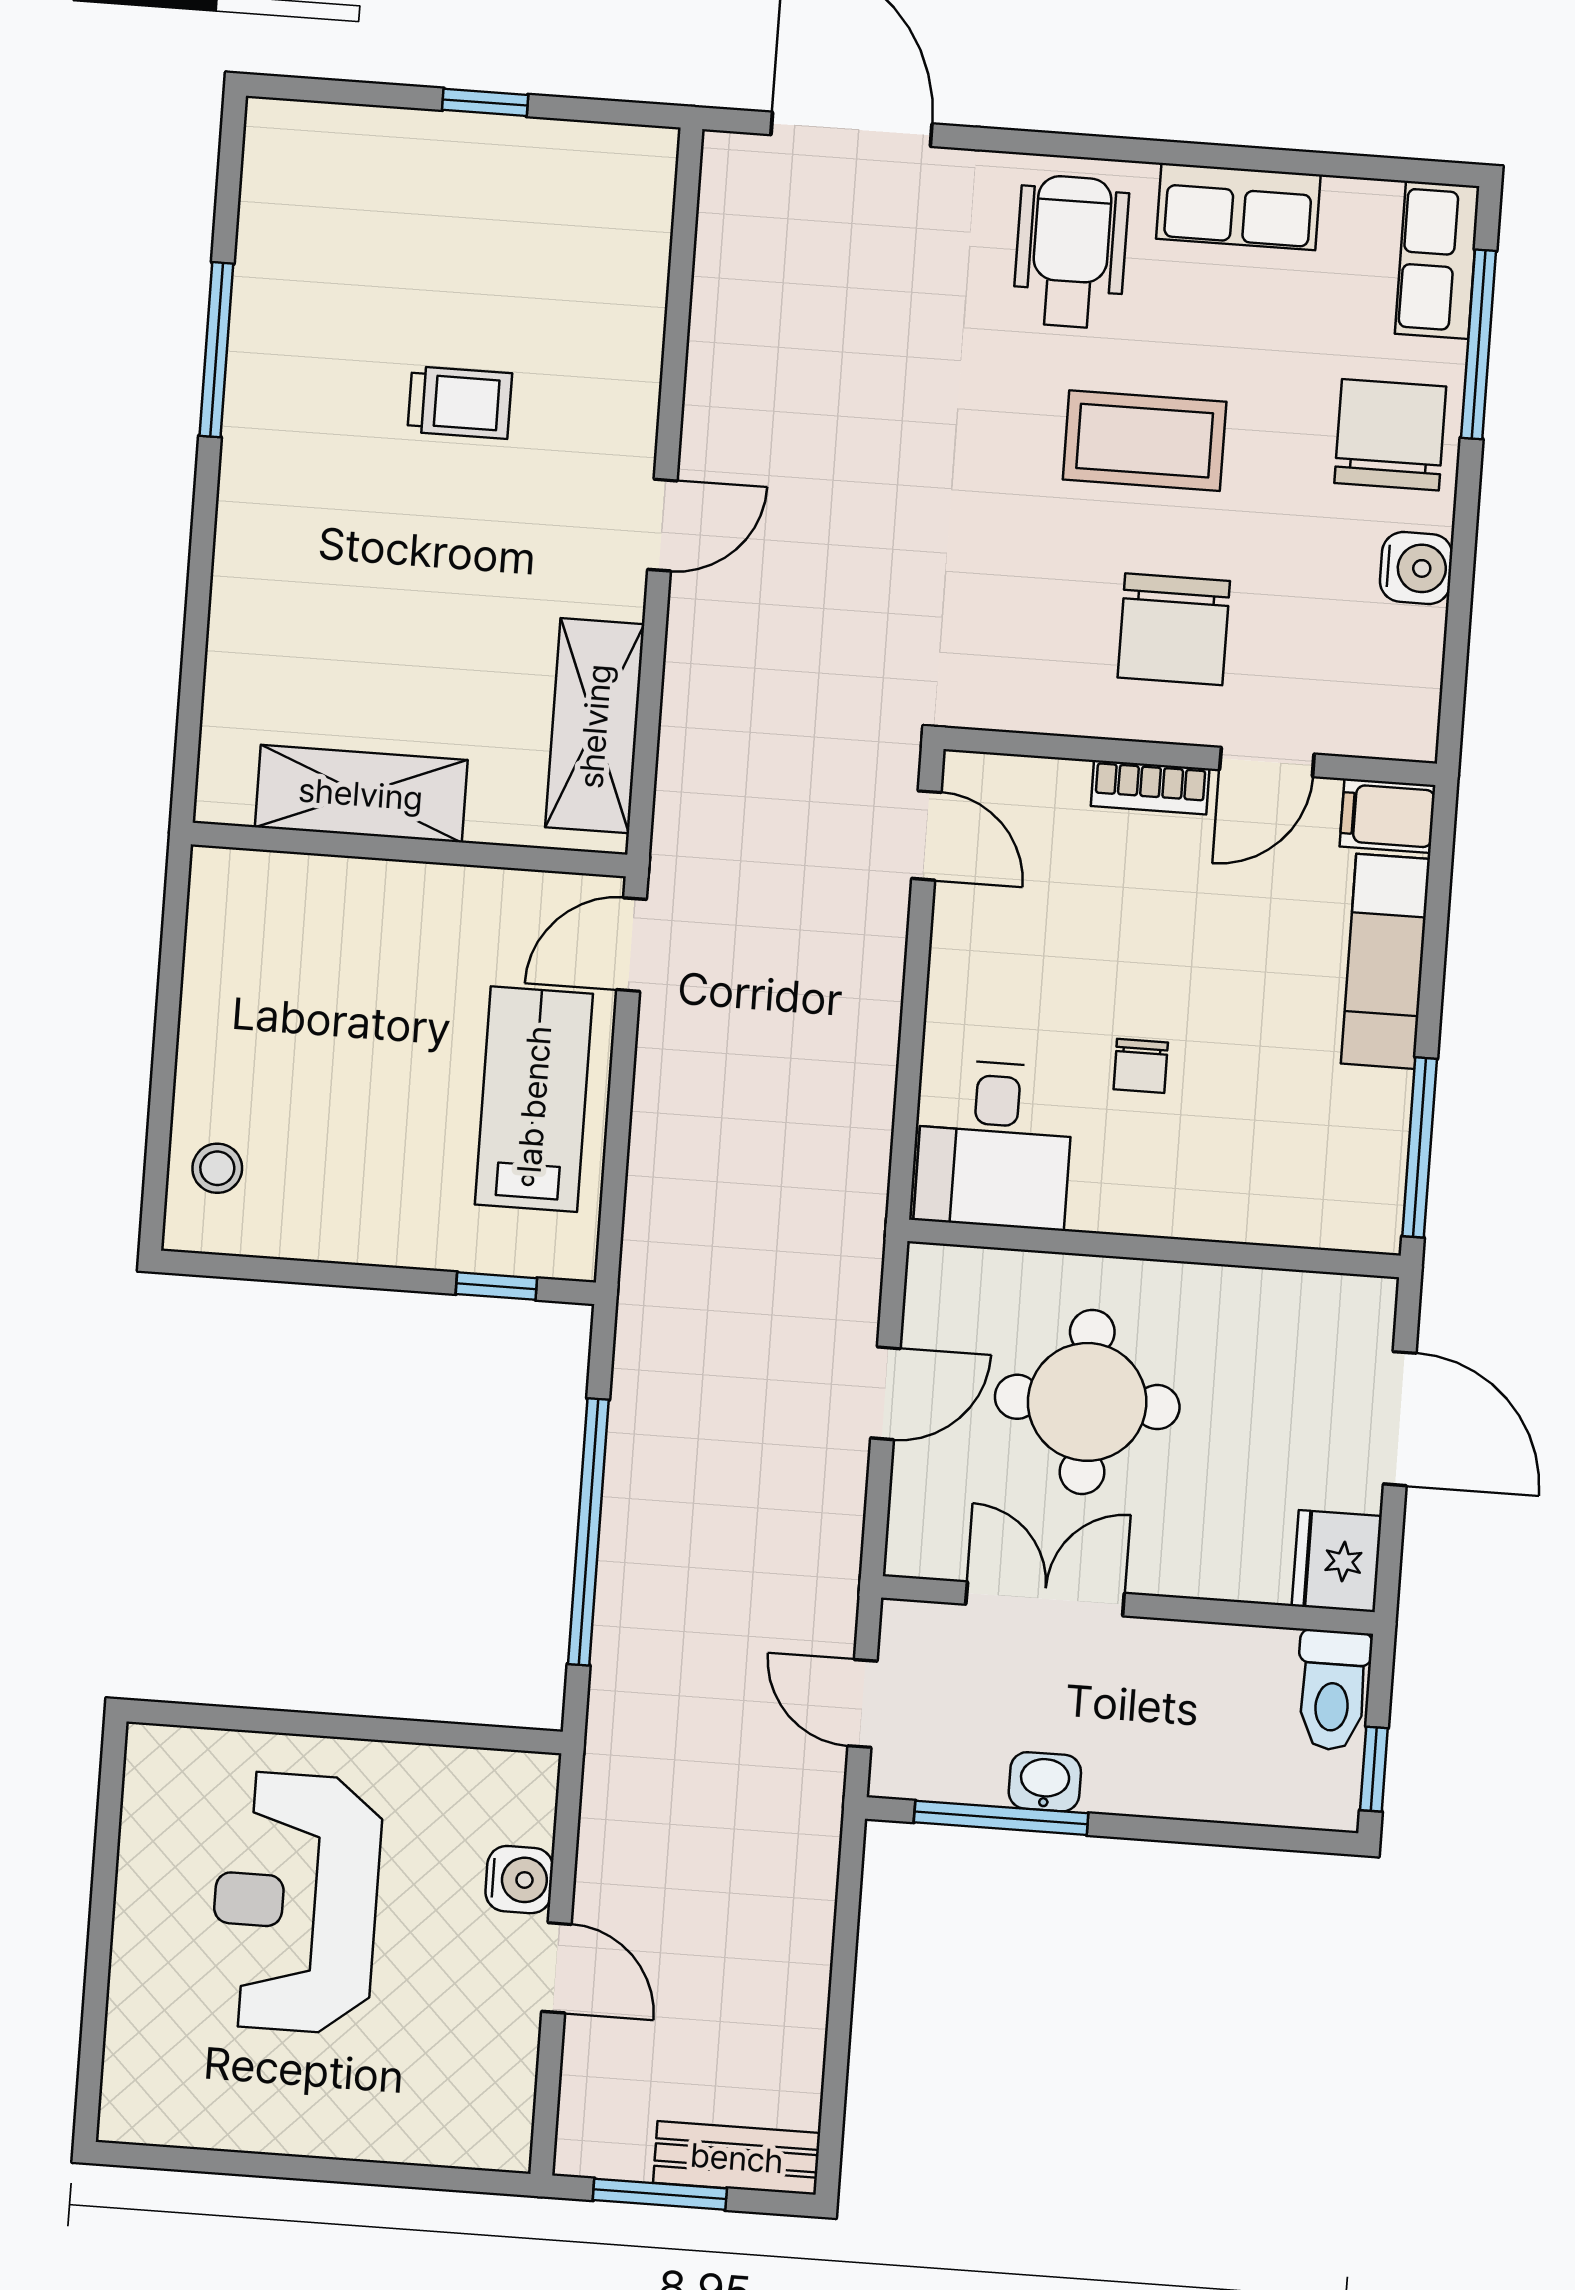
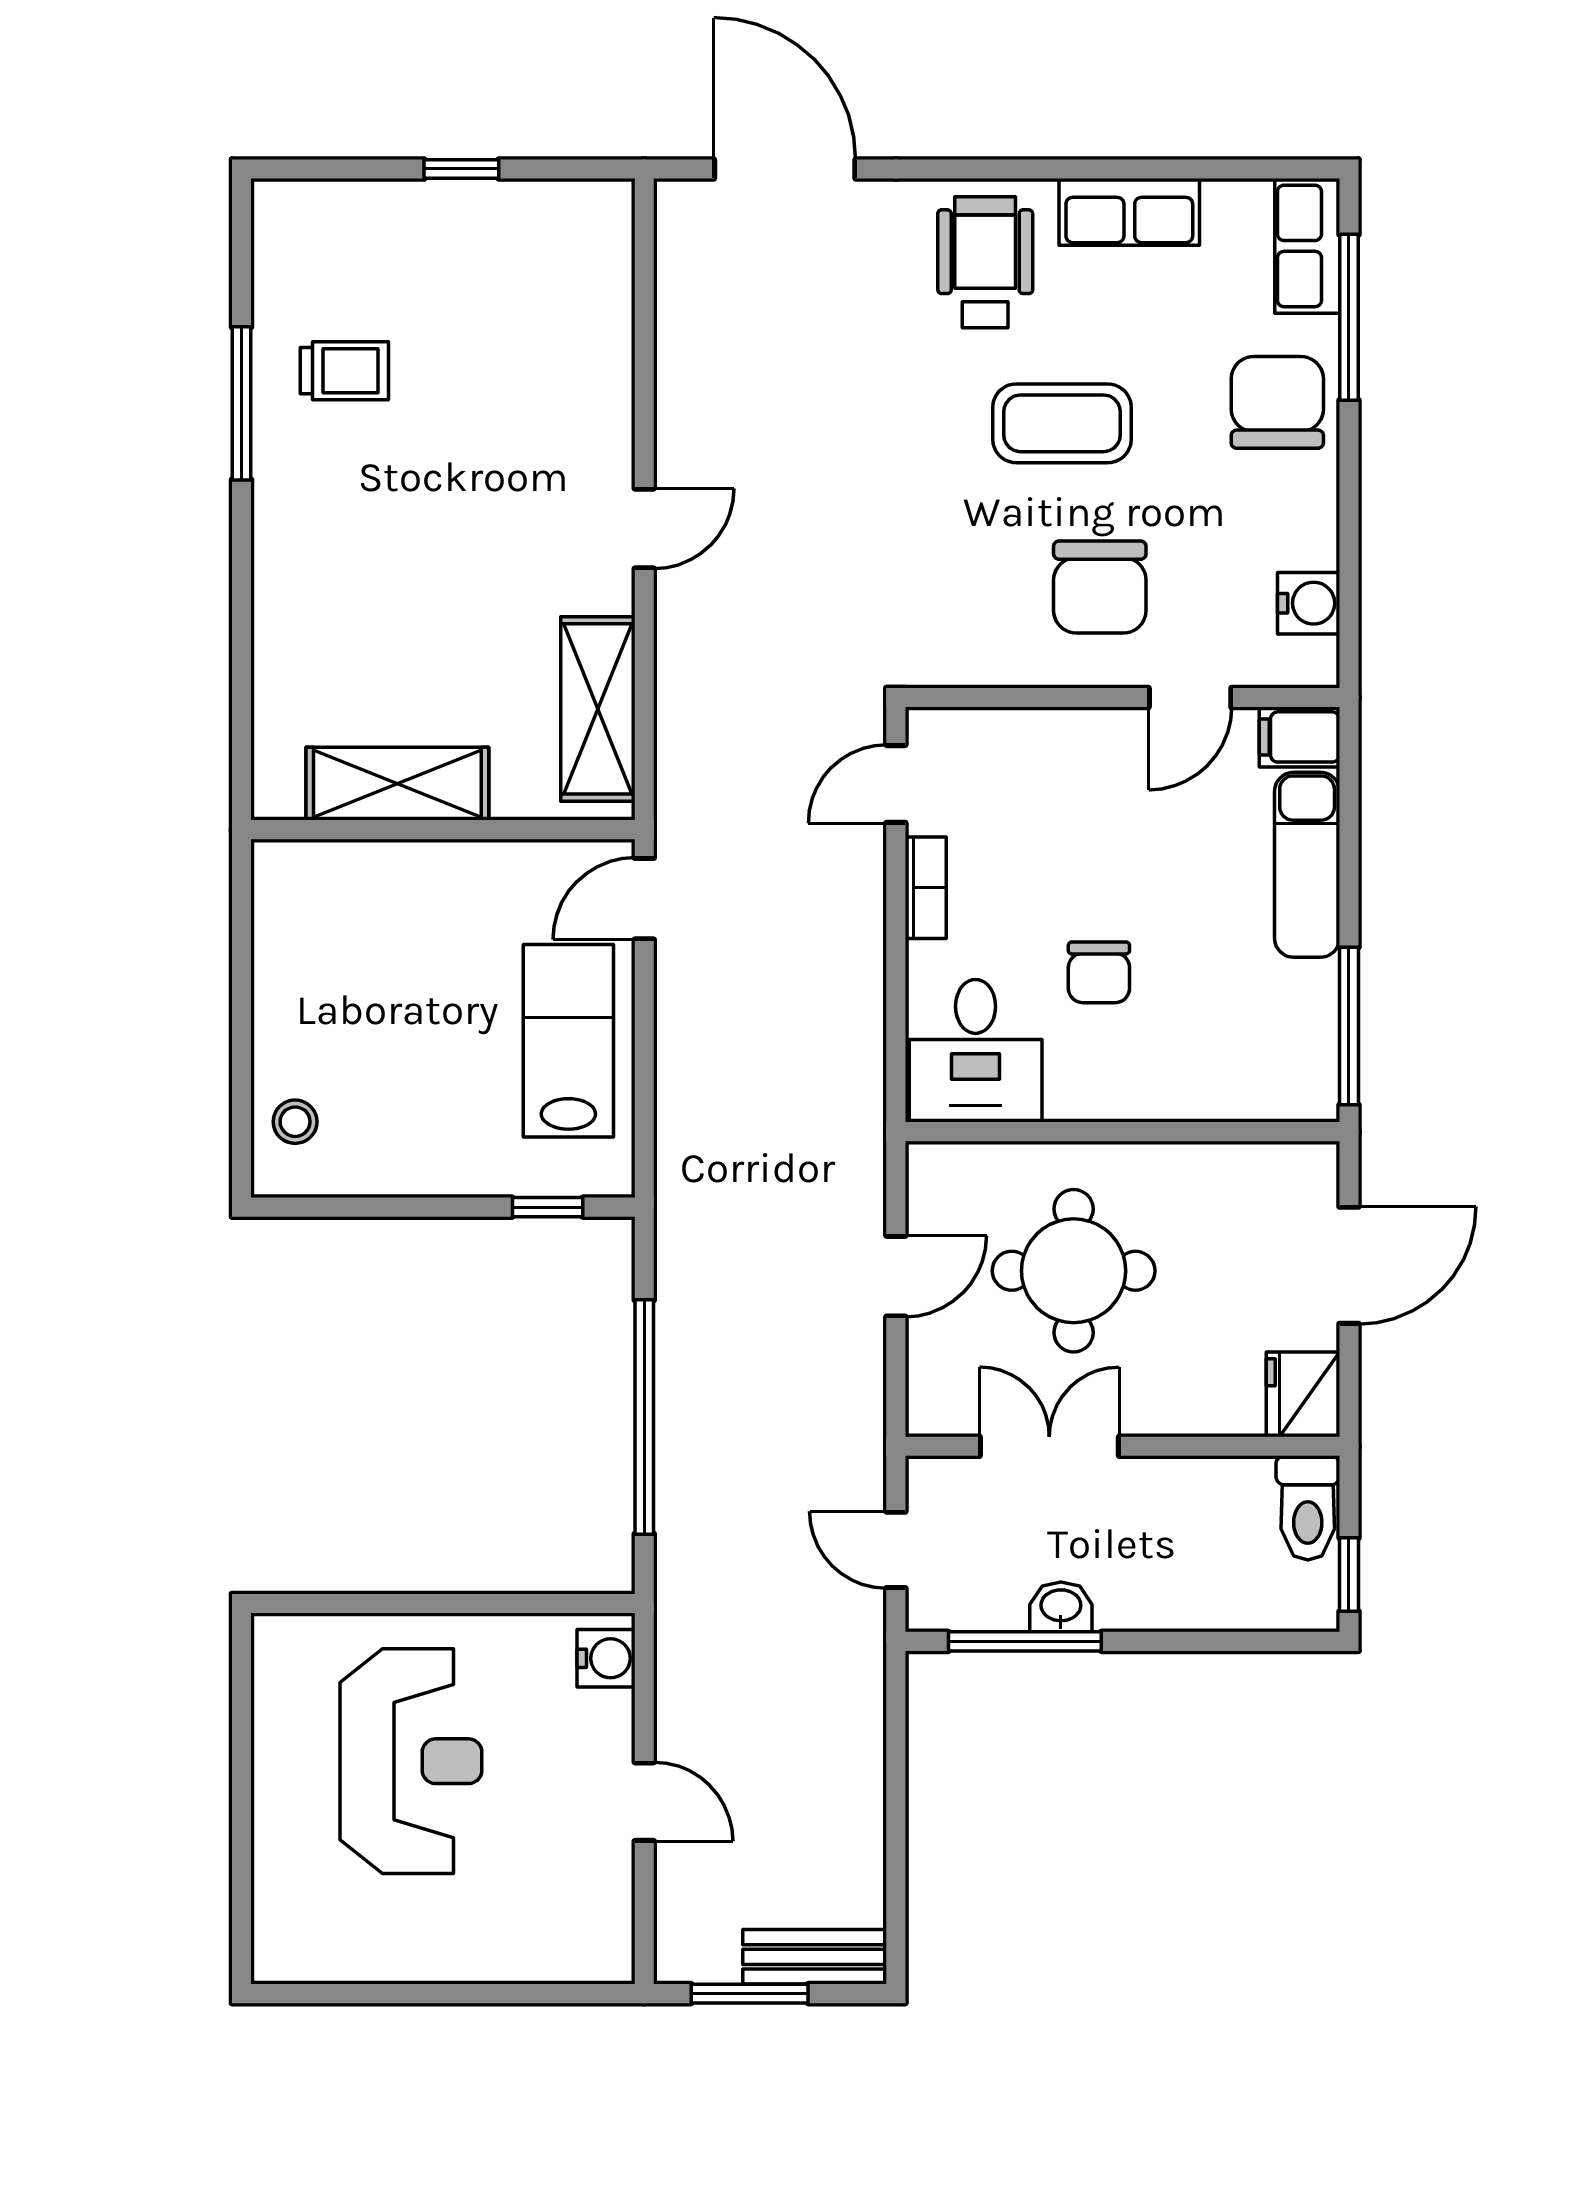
trolley: (460, 403) -> (344, 371), moved
water cooler: (1416, 568) -> (1309, 603), moved
bookcase: (1150, 787) -> (926, 888), moved, turned -90
door: (926, 835) -> (896, 784), swing flipped
chair: (1141, 1066) -> (1099, 972), width x1.37, depth x1.37
door: (1400, 1419) -> (1349, 1265), hinge flipped
water cooler: (519, 1880) -> (606, 1658), moved
reception desk: (295, 1903) -> (411, 1761), turned 180

